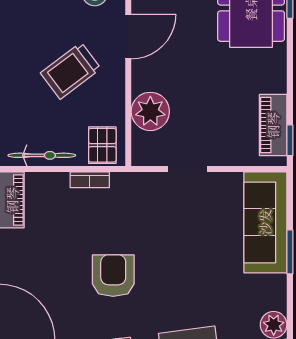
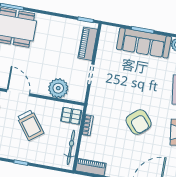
piano: (273, 125) -> (88, 44), moved, turned 90
sofa: (265, 222) -> (144, 43), moved
armchair: (113, 276) -> (139, 122), turned -131

